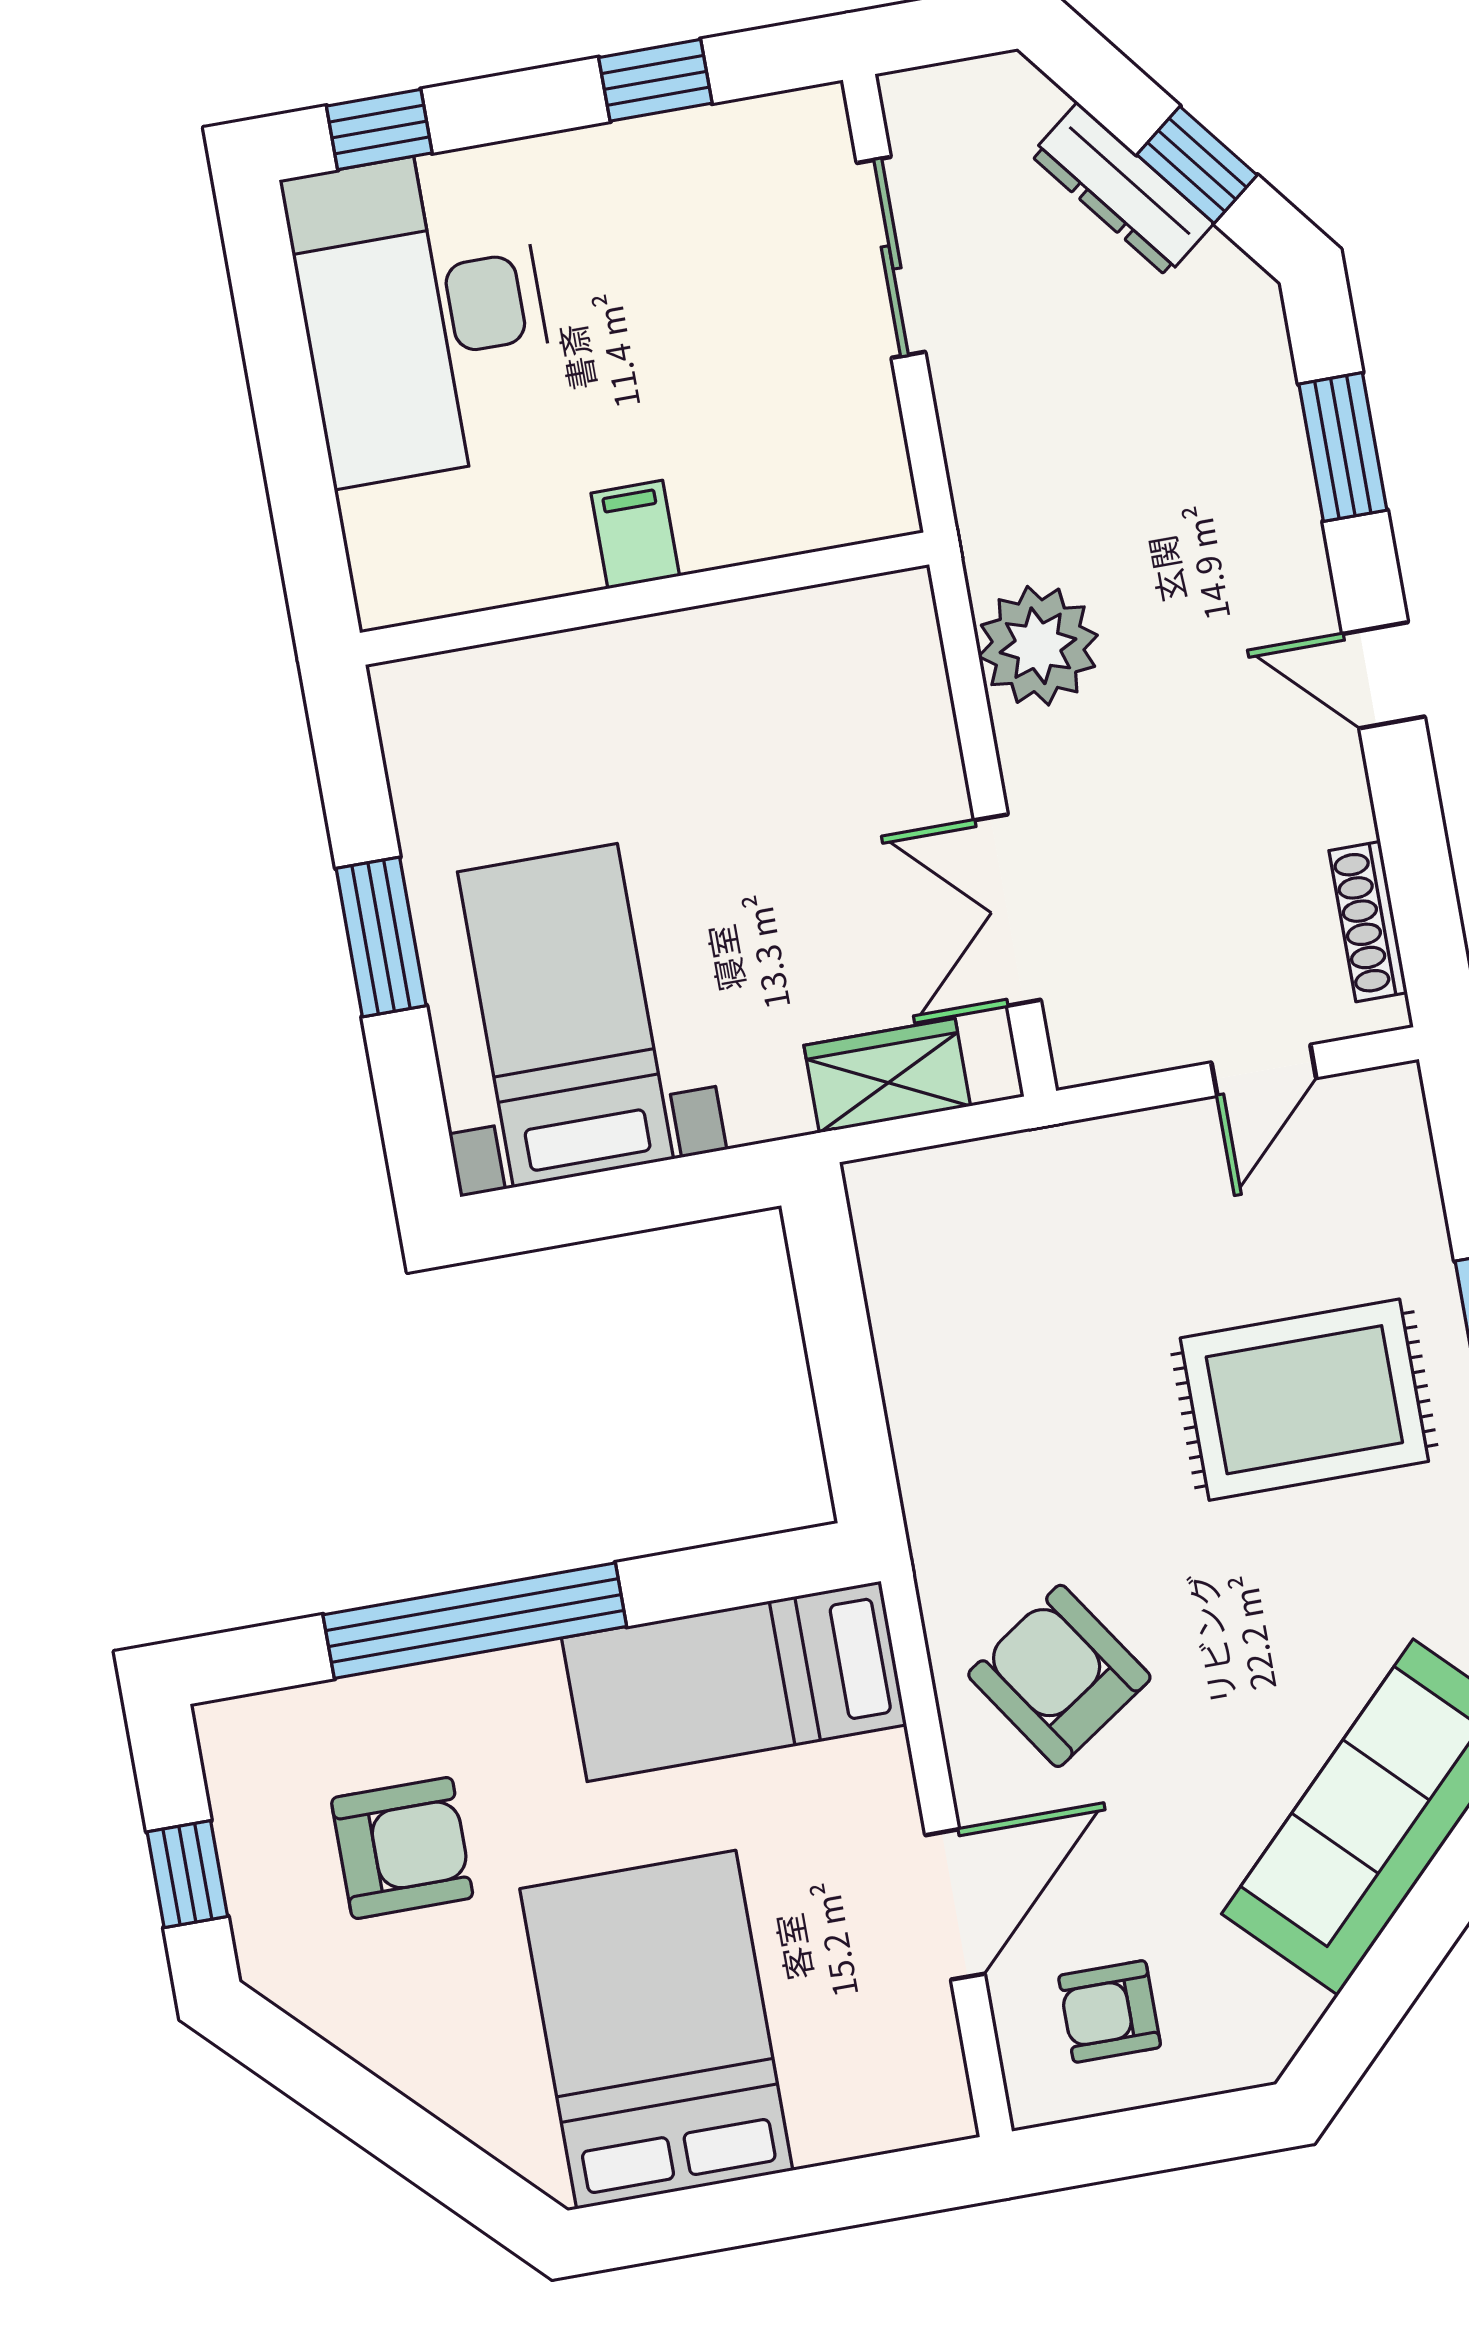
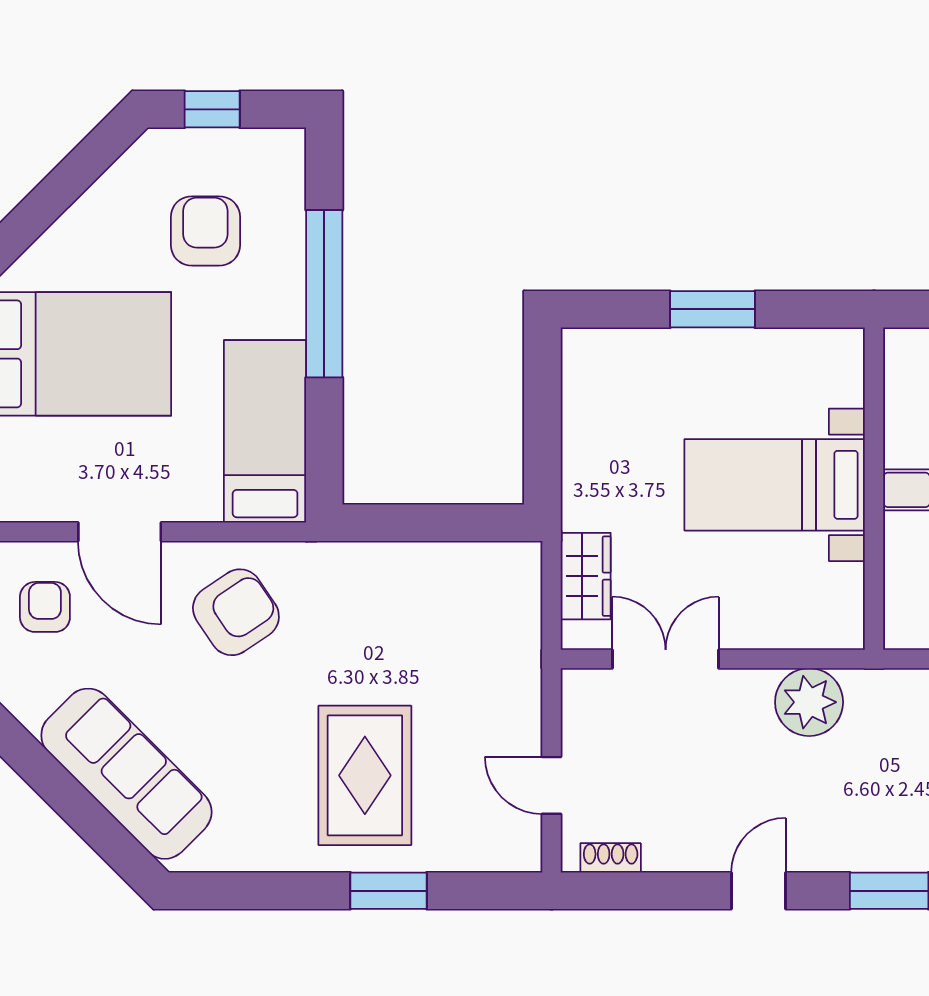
shoe rack: (1368, 922) -> (611, 858), width x0.70
bed with nightstands: (565, 1015) -> (775, 485), moved, turned 180
armchair: (402, 1848) -> (205, 231), turned 180

